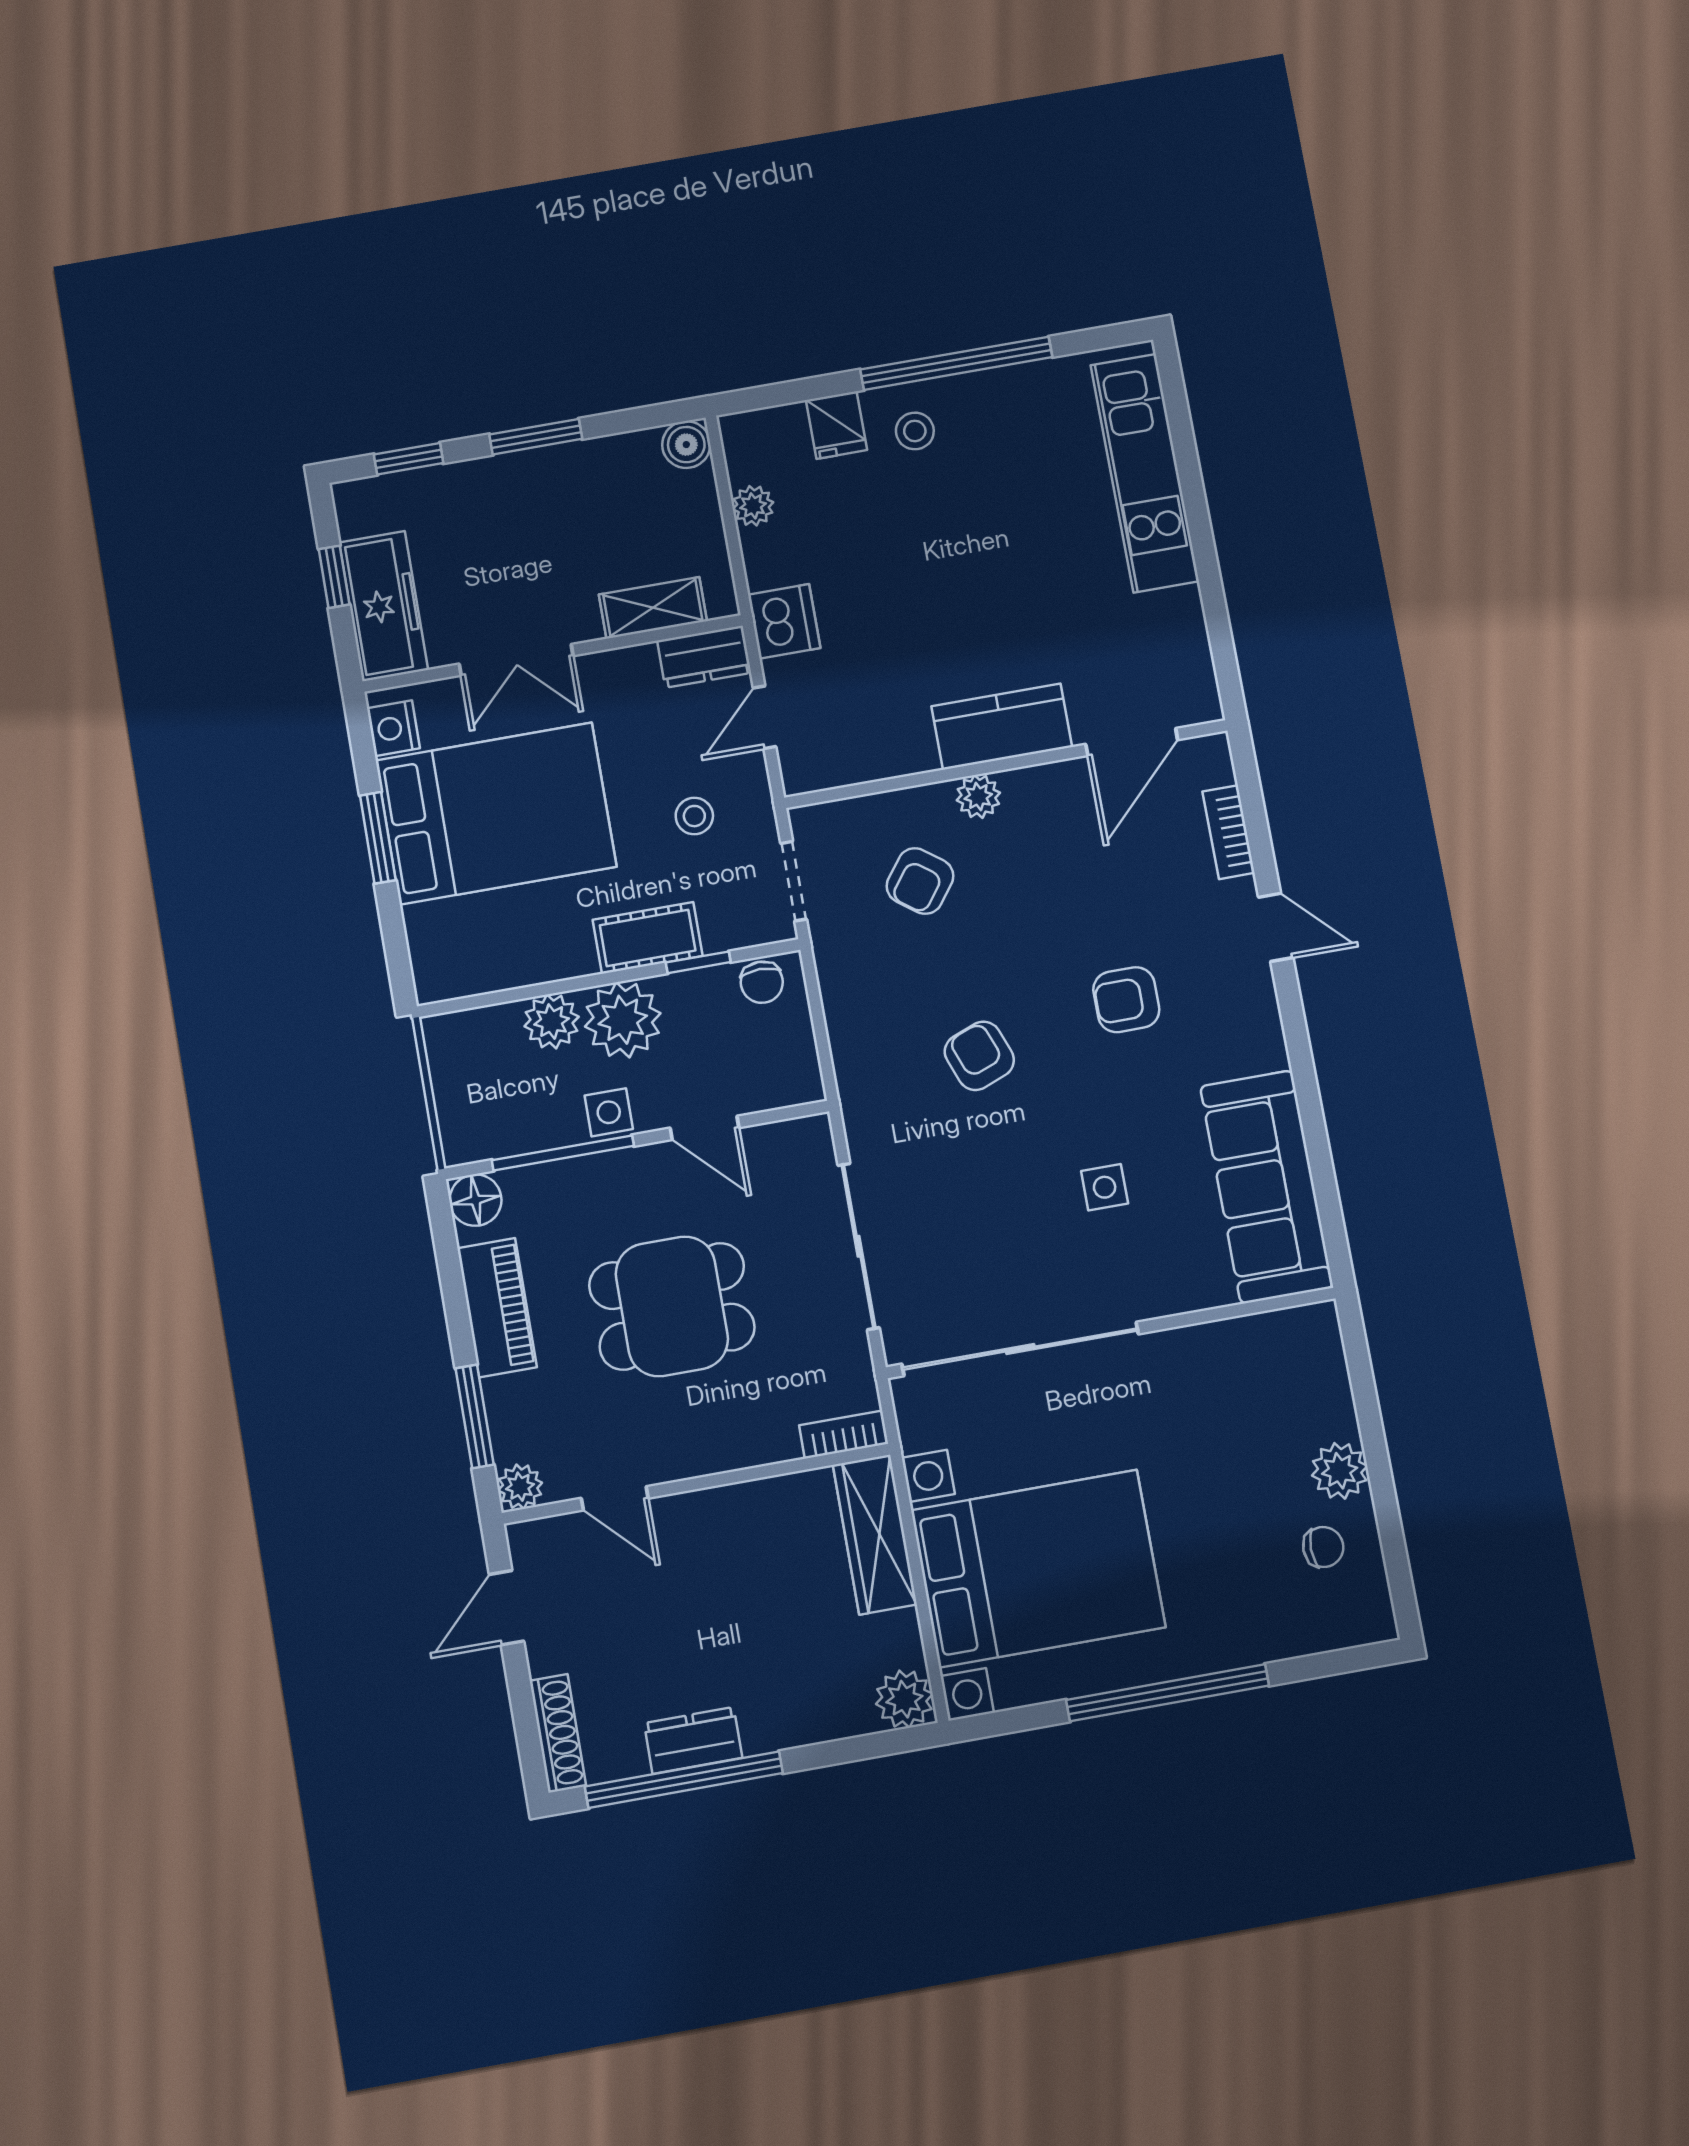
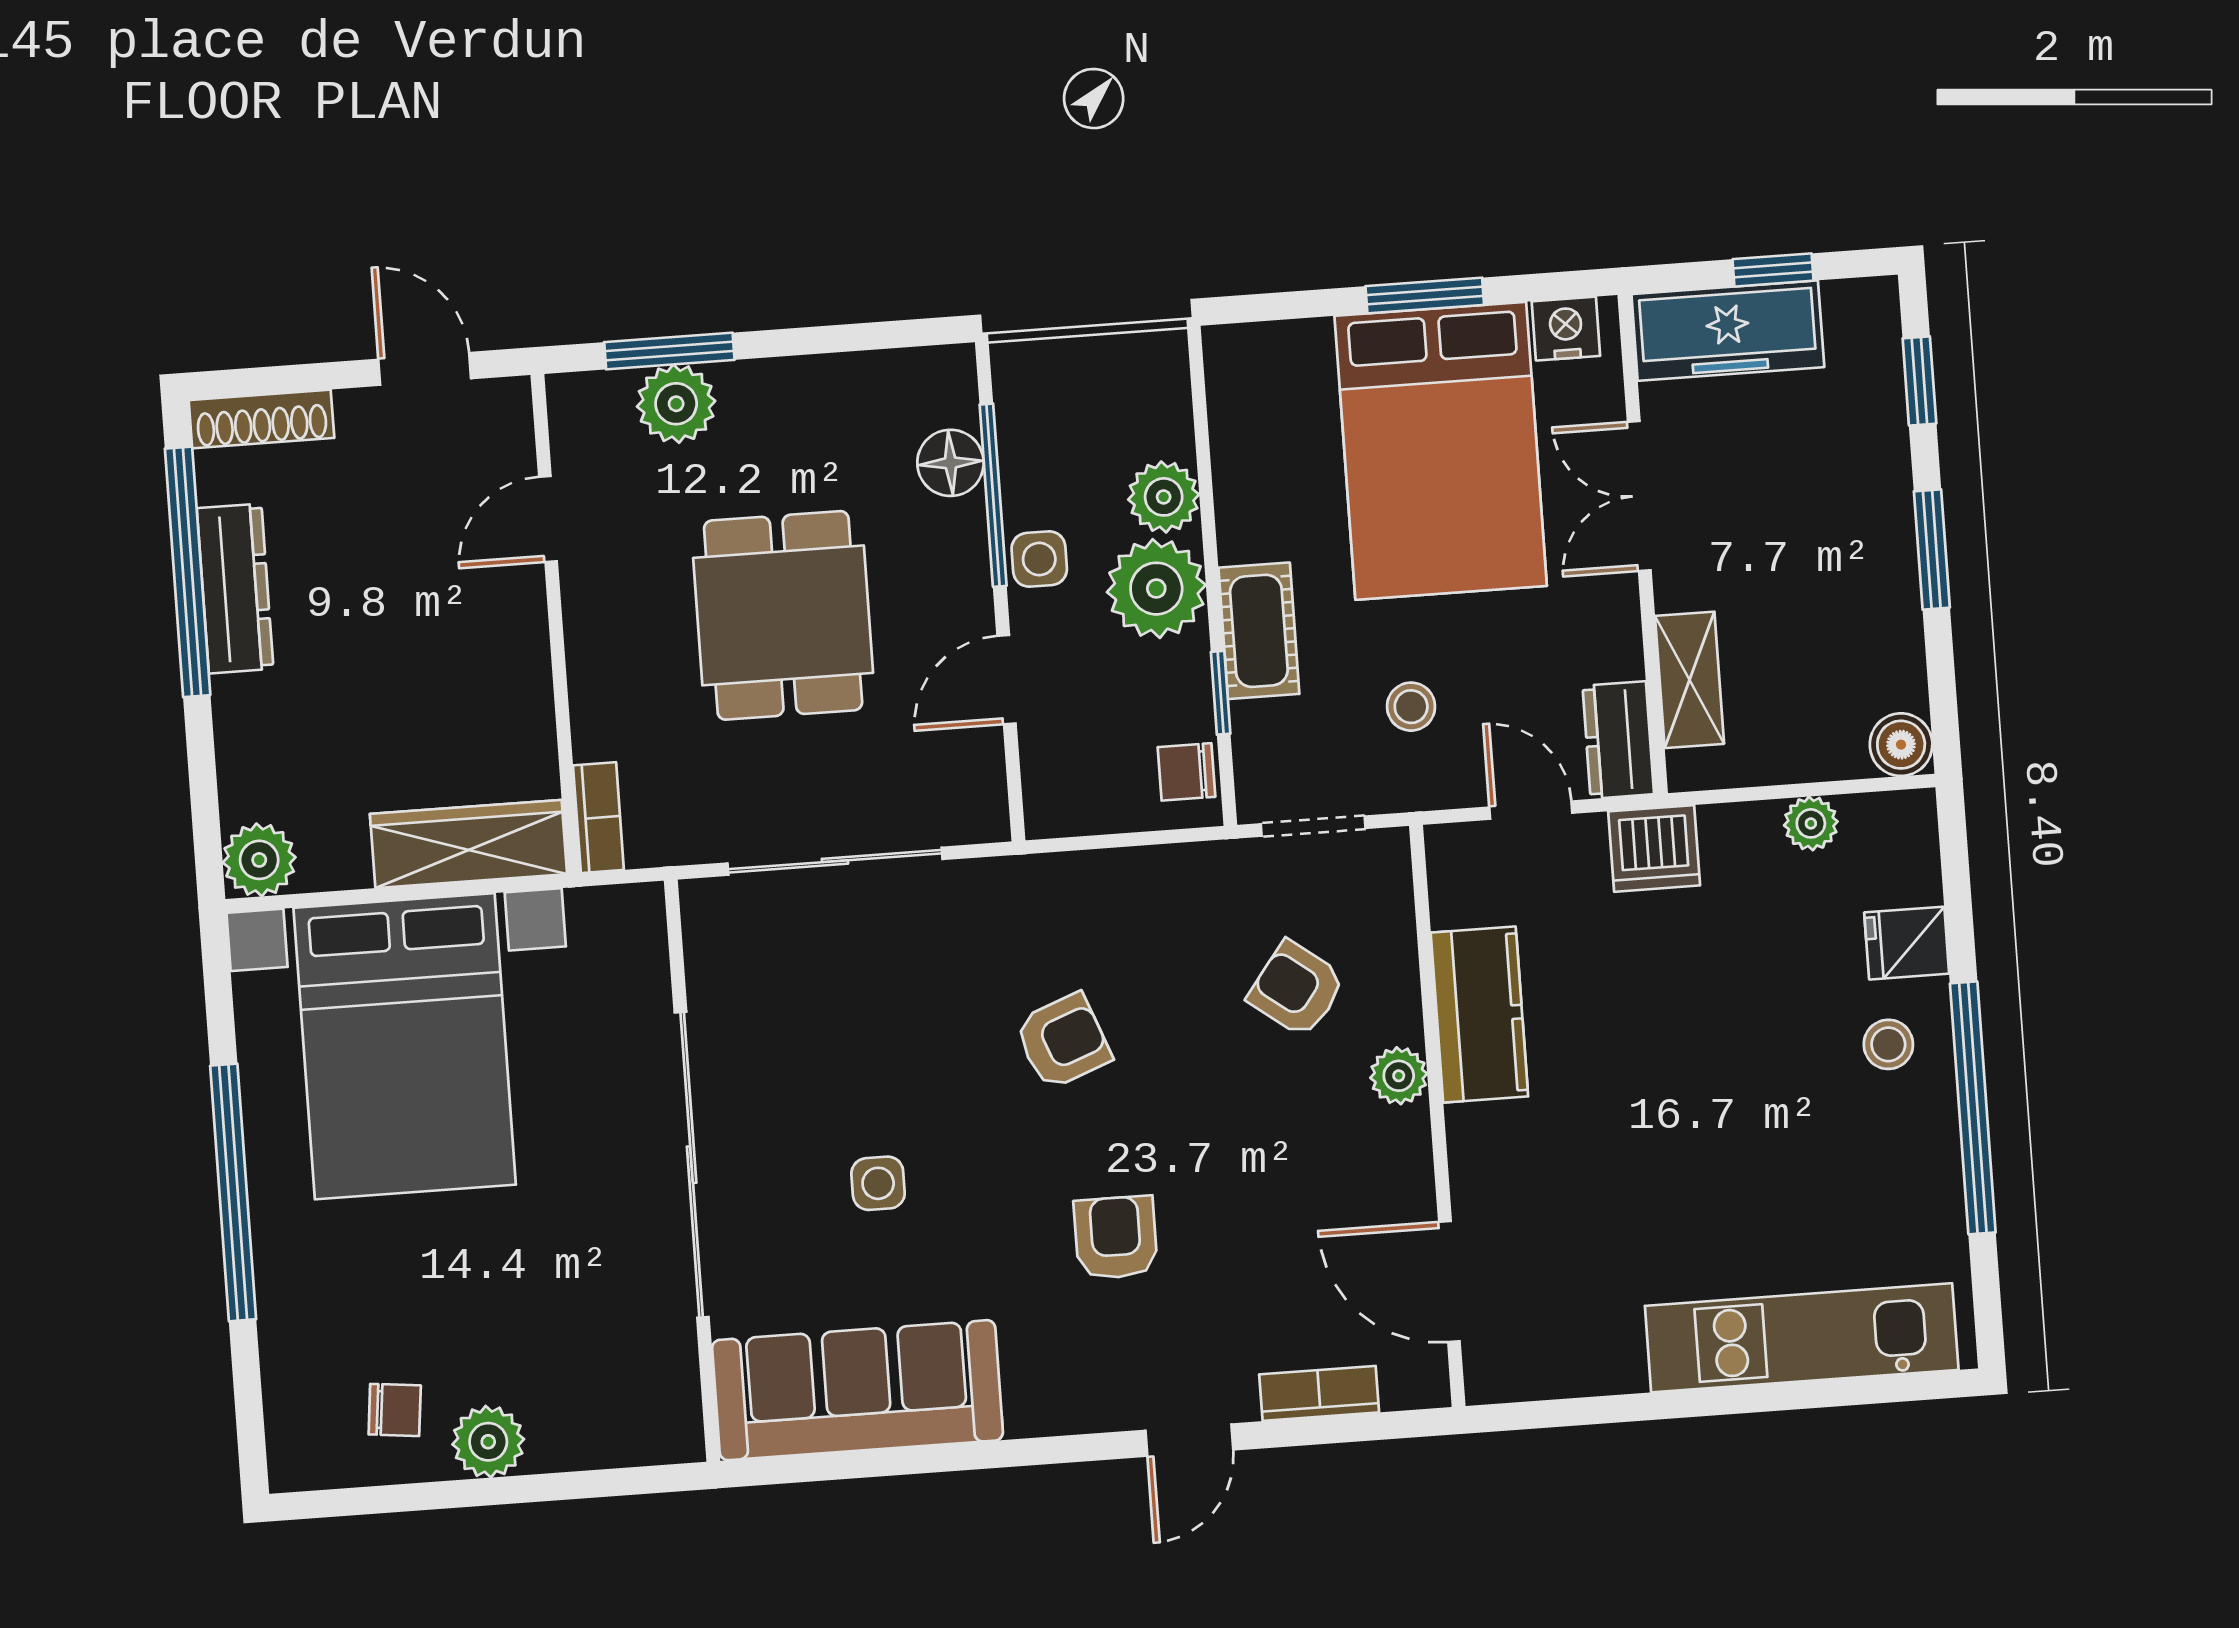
kitchen counter: (1002, 727) -> (1479, 1015), moved
floor lamp: (475, 1200) -> (950, 463), moved
piano: (497, 1308) -> (804, 392), removed
sliding door: (1020, 1349) -> (692, 1165), moved
plant: (520, 1487) -> (676, 404), moved, width x1.38, depth x1.38
chair: (1323, 1547) -> (395, 1410), turned -84
dresser: (693, 1740) -> (235, 589), width x1.44

